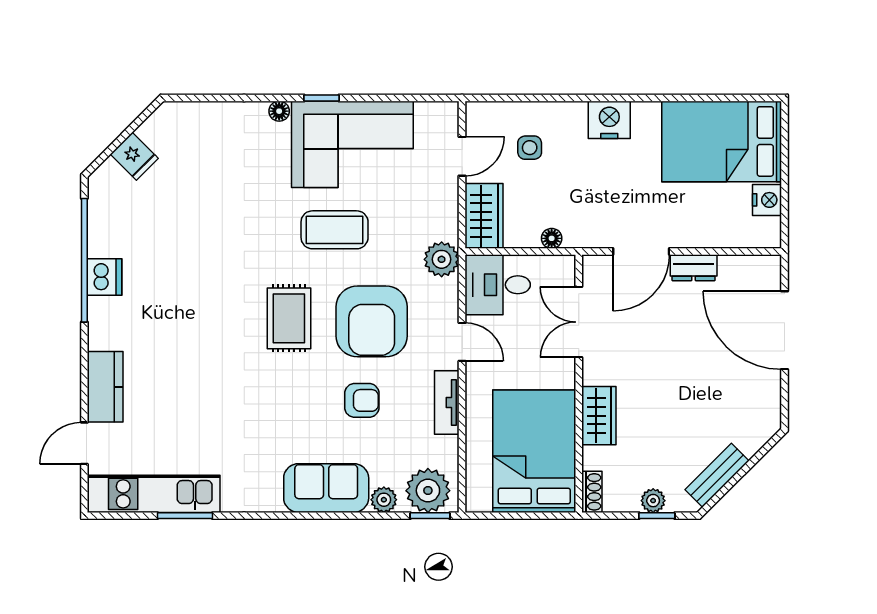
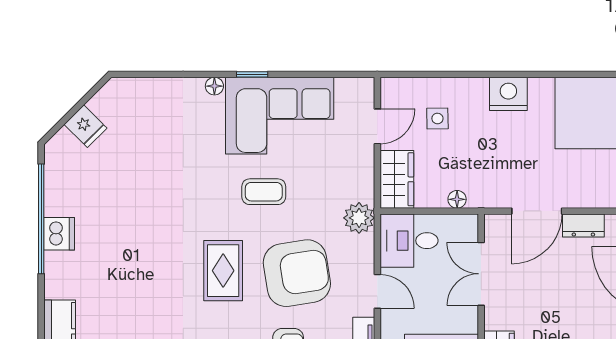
coffee table: (335, 230) -> (264, 192), width x0.73, depth x0.77
armchair: (372, 321) -> (297, 273), turned -99

